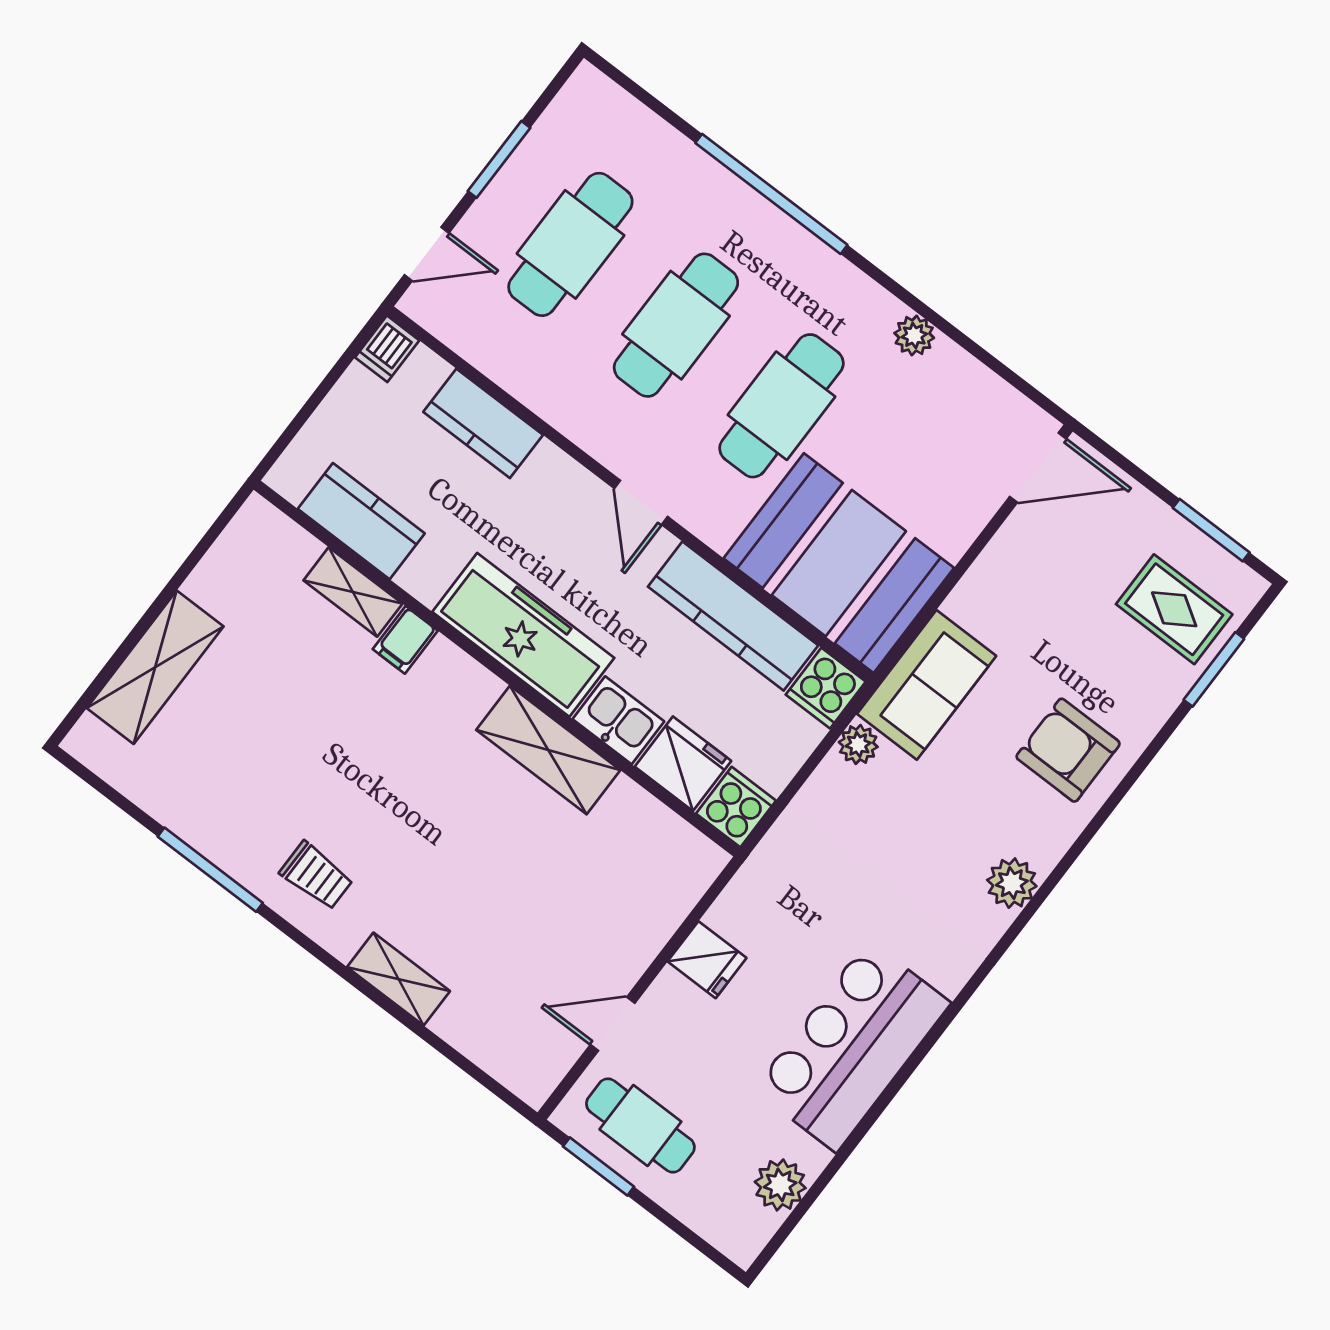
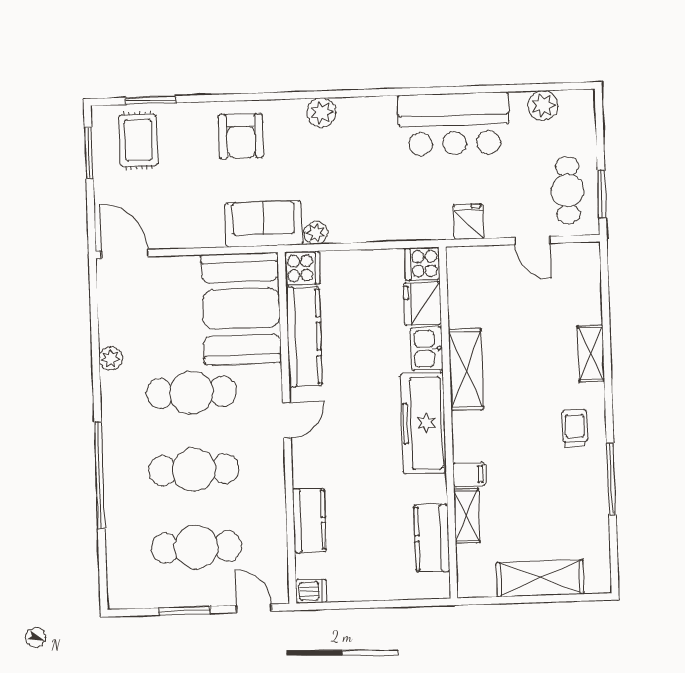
kitchen counter: (361, 521) -> (432, 538), moved
shelving: (353, 592) -> (467, 516), moved
freezer: (523, 635) -> (423, 423), moved
filing cabinet: (405, 640) -> (469, 474), moved
wall: (497, 669) -> (448, 423), moved
kitchen sink: (618, 720) -> (427, 349), moved
shelving: (548, 750) -> (466, 369), moved
fridge: (683, 764) -> (422, 304), moved
cooker: (736, 807) -> (422, 264), moved

